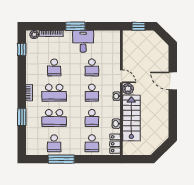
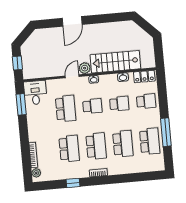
window: (75, 26) -> (21, 104), moved
desk: (83, 41) -> (35, 93), moved, turned 90
window: (22, 49) -> (73, 183), moved
school desk: (54, 67) -> (69, 149), width x1.85
school desk: (92, 67) -> (66, 109), width x1.85
window: (22, 117) -> (125, 178), removed
school desk: (54, 143) -> (150, 141), width x1.85

